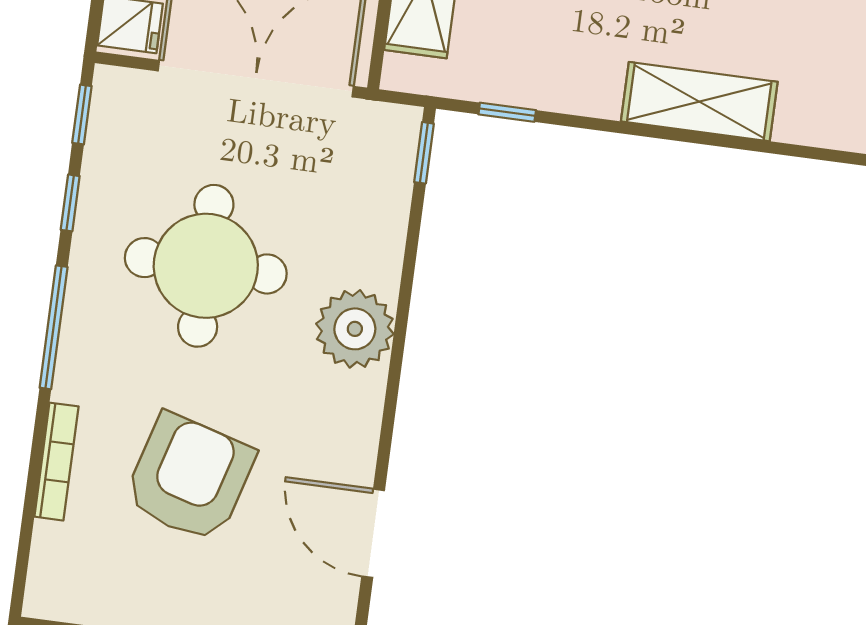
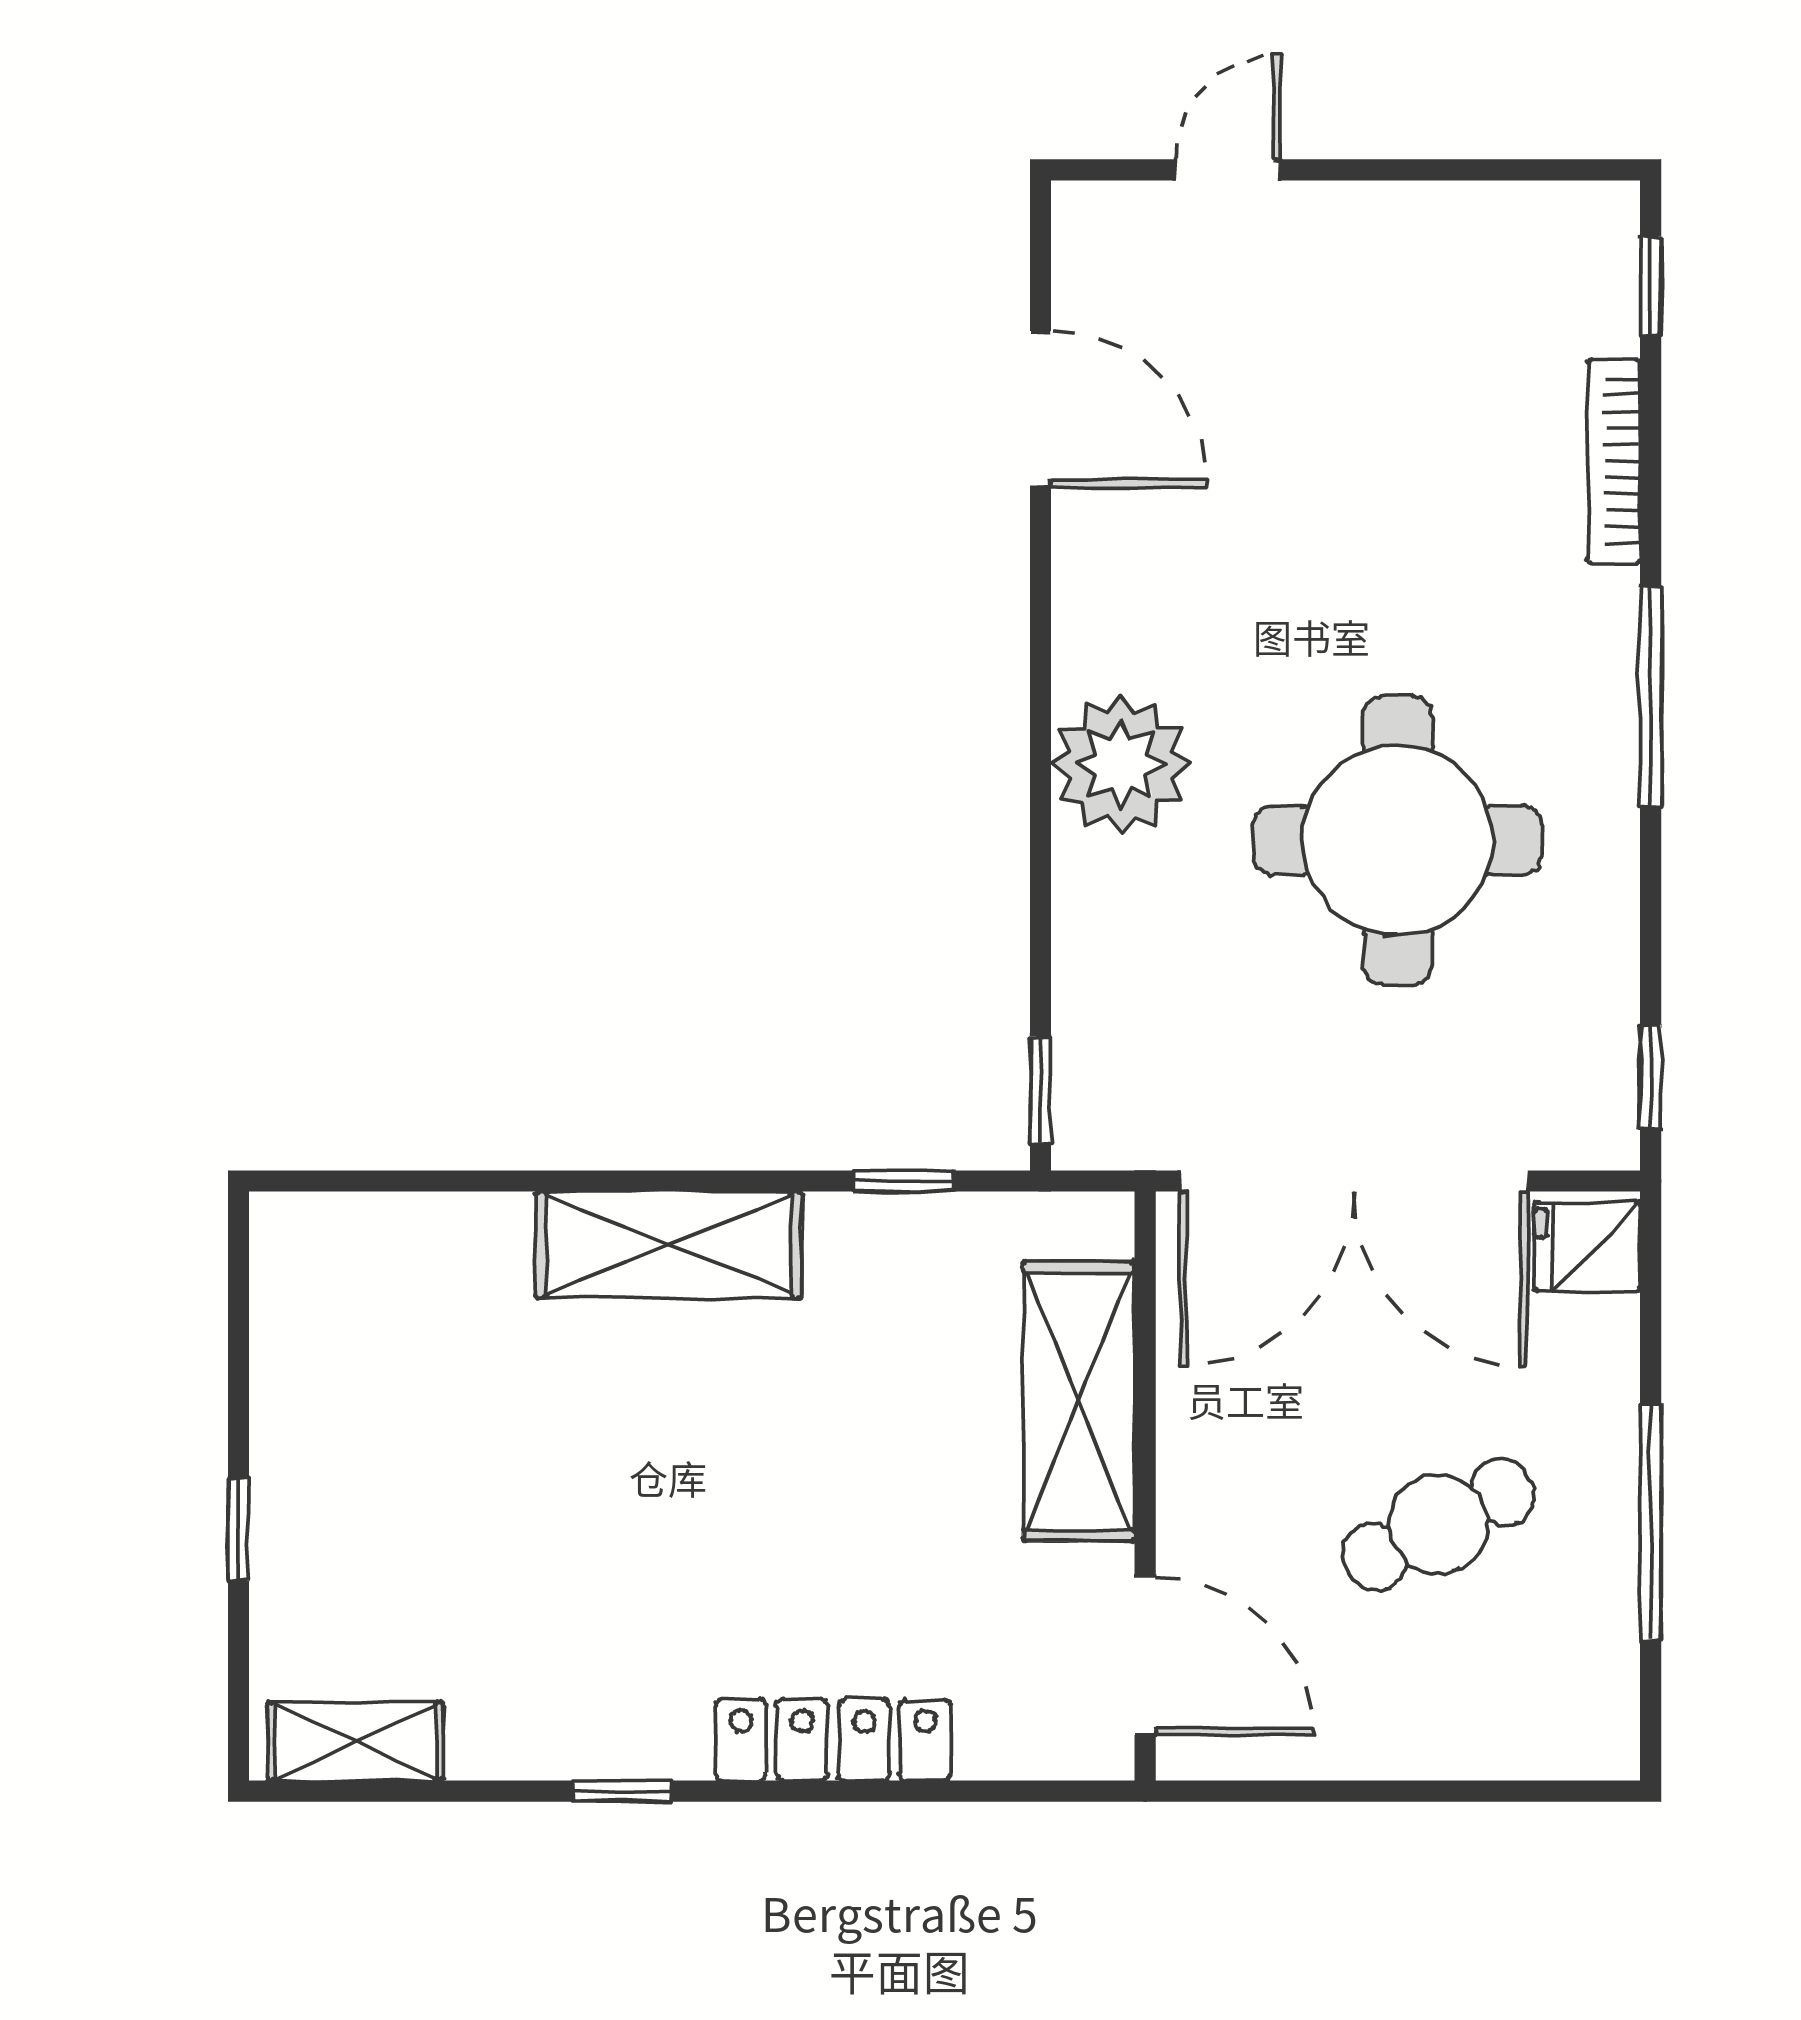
shelving: (699, 102) -> (669, 1245), moved
window: (70, 203) -> (1651, 286), moved
armchair: (190, 478) -> (1376, 464), removed

